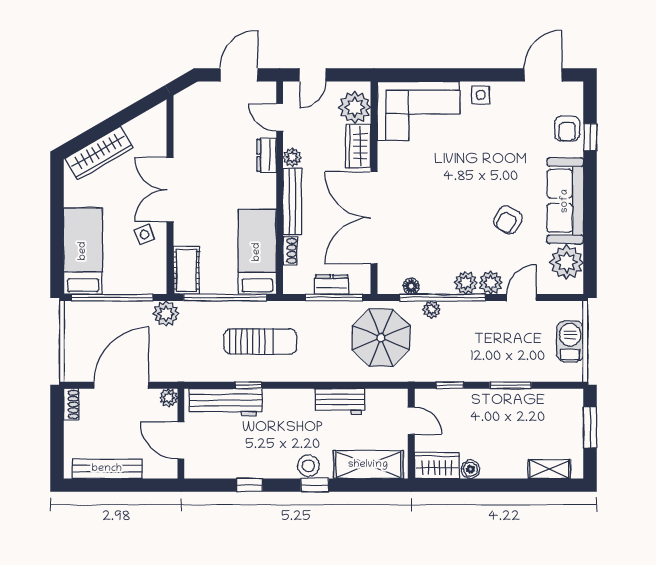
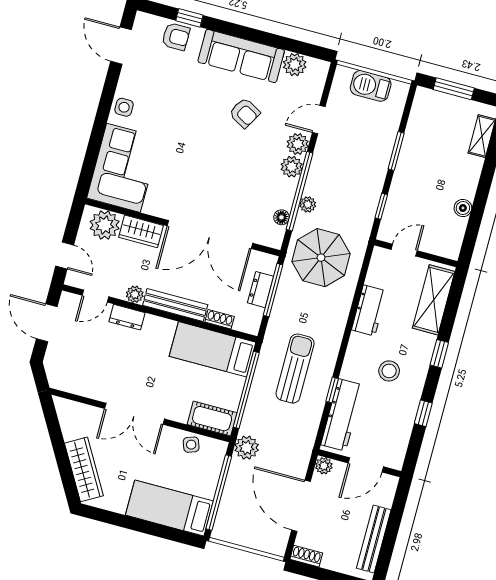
side table: (144, 234) -> (191, 445), moved
plant: (567, 262) -> (295, 65), width x0.73, depth x0.73
door: (521, 298) -> (319, 120), hinge flipped
wardrobe: (437, 465) -> (451, 238), removed
stool: (308, 466) -> (389, 371), moved

